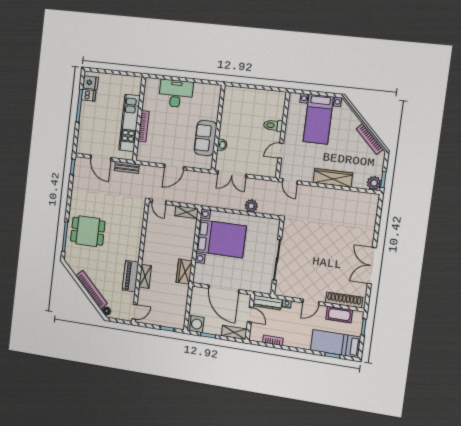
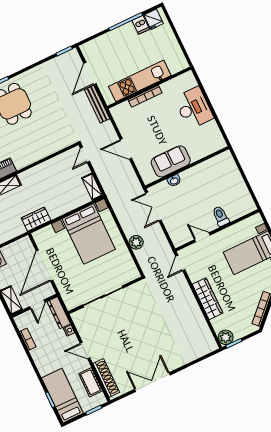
bench: (127, 167) -> (97, 104), width x1.36

